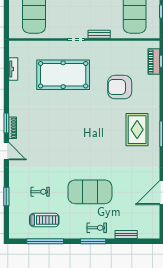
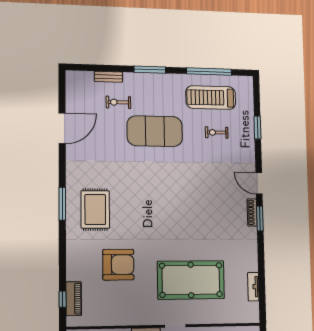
treadmill: (44, 220) -> (211, 98), width x1.37, depth x1.38
exercise bike: (97, 228) -> (118, 102), moved

